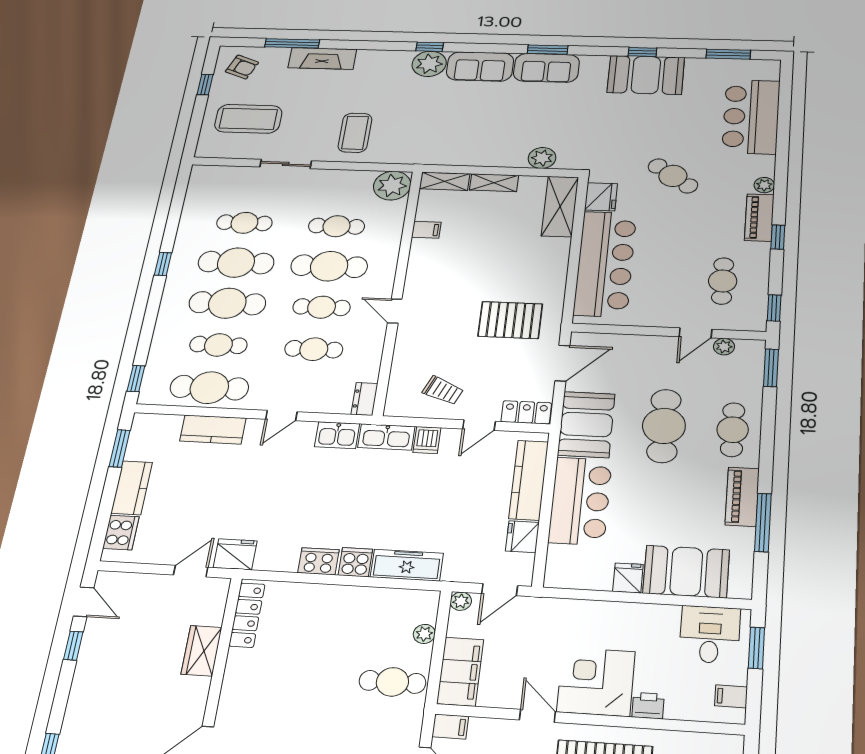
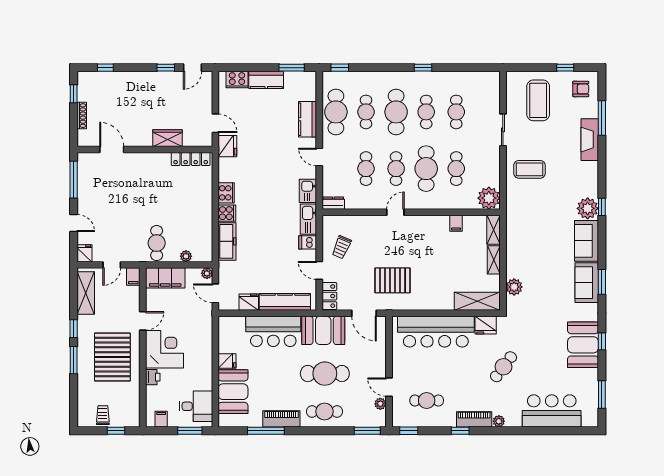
armchair: (242, 67) -> (581, 89), turned -112
cafe table: (236, 263) -> (426, 112), width x0.73, depth x0.74
pallet: (510, 320) -> (393, 280), turned 90

